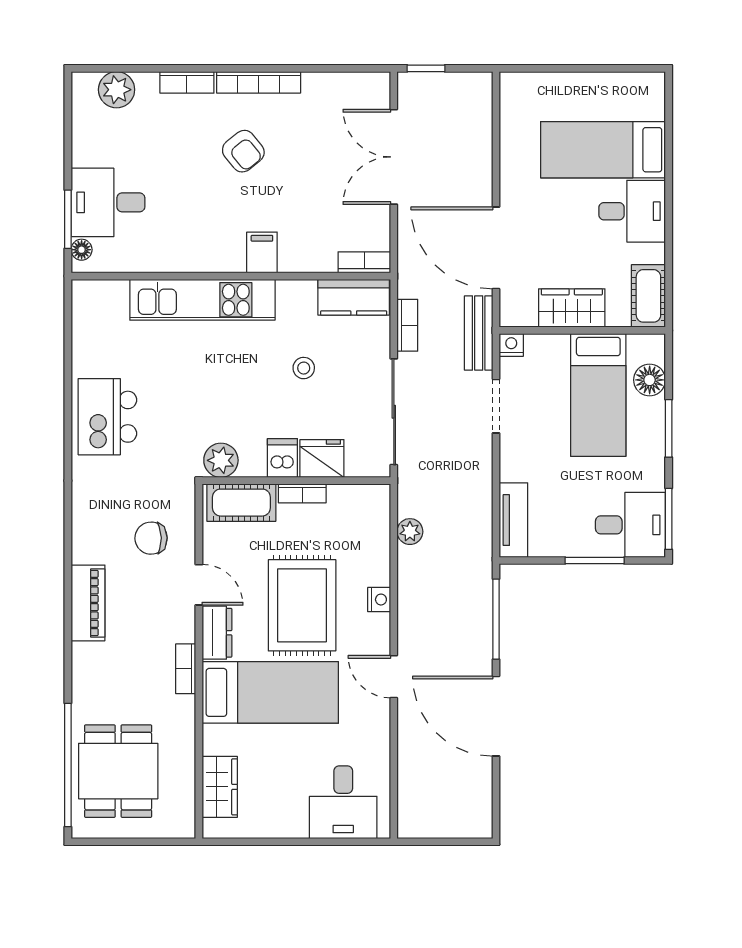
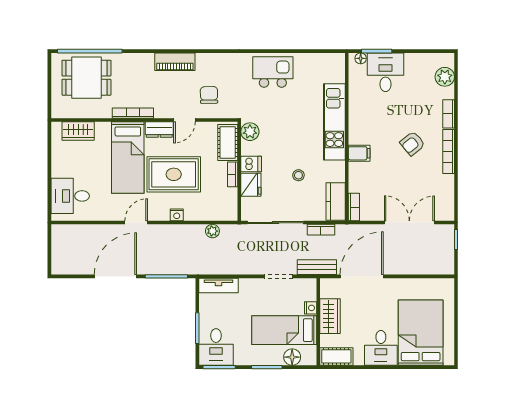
bed: (603, 150) -> (421, 333), width x1.50
nightstand: (511, 345) -> (311, 308), moved
bookcase: (186, 669) -> (133, 113), width x1.56

